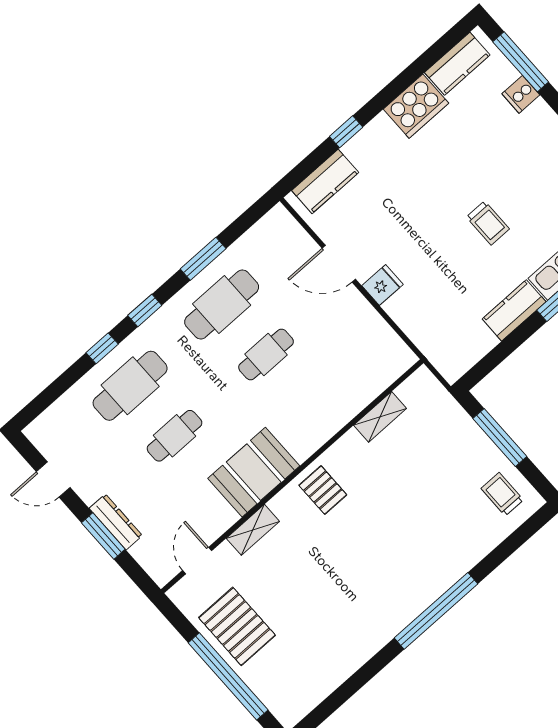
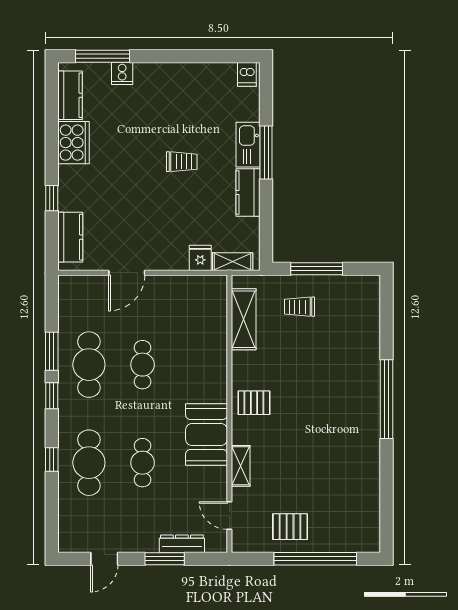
fridge: (382, 285) -> (200, 258), moved
window: (145, 310) -> (52, 396), moved
shelving: (437, 353) -> (233, 262), added
shelving: (380, 417) -> (244, 319), width x1.50, depth x1.33
trolley: (502, 494) -> (299, 307), moved
dresser: (116, 522) -> (182, 544), moved
pallet: (237, 626) -> (290, 527), width x0.67, depth x0.71

